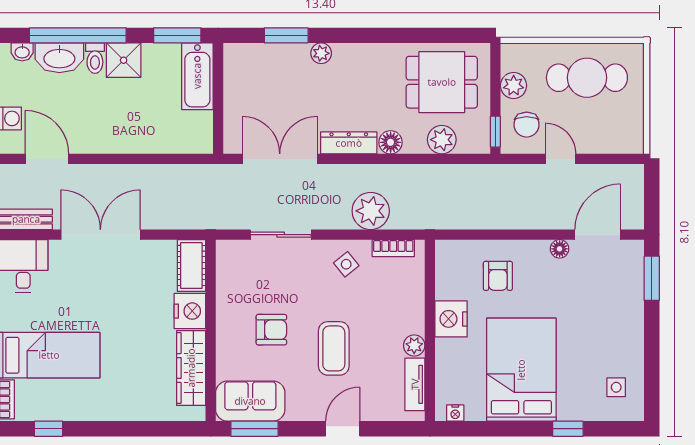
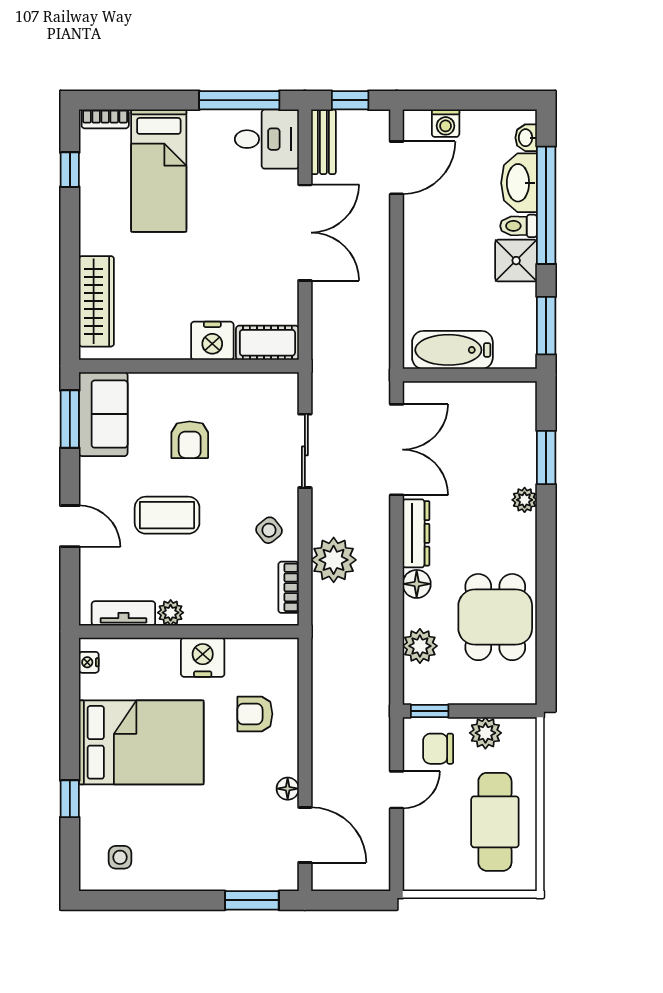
bathtub: (197, 76) -> (452, 350), moved
dining table: (442, 82) -> (495, 617), moved
wardrobe: (191, 368) -> (96, 301), moved, turned 90

